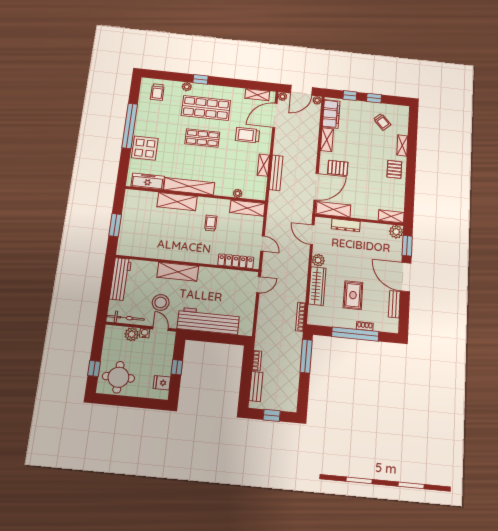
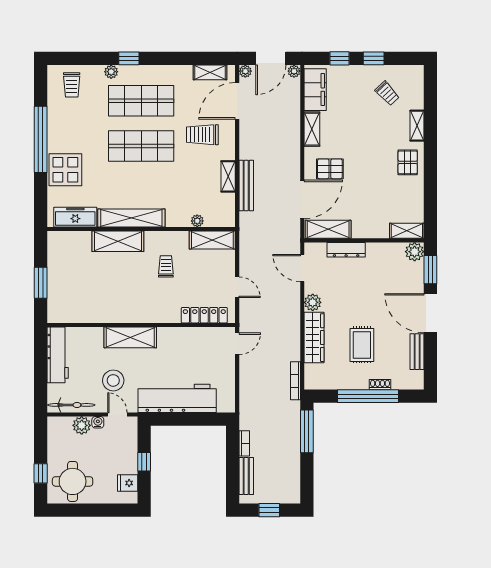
shop shelf: (202, 138) -> (141, 146), width x1.43, depth x1.36

